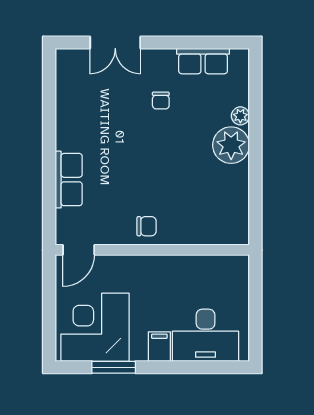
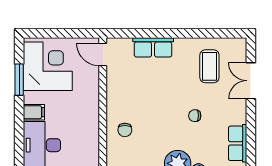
coffee table: (95, 101) -> (209, 66), added
chair: (161, 101) -> (195, 116), moved
chair: (147, 226) -> (125, 130), moved

